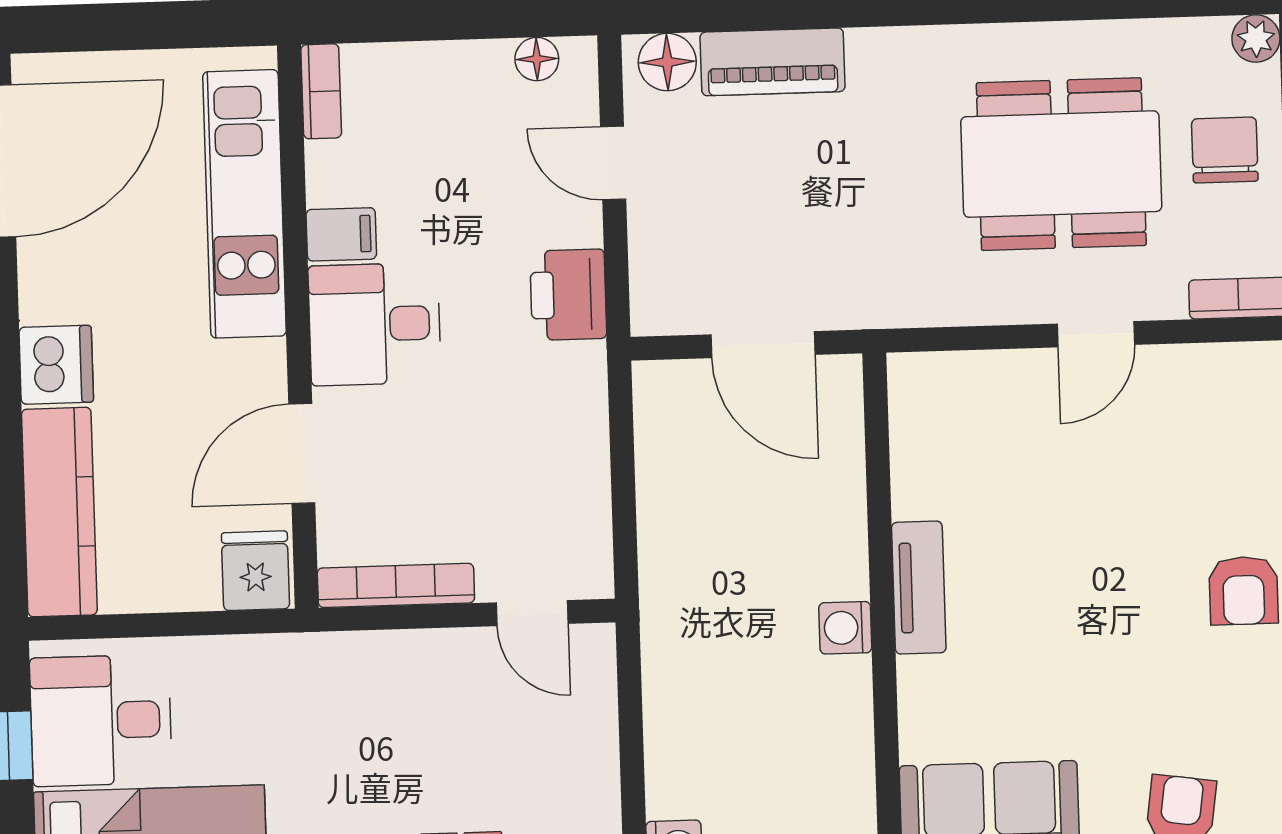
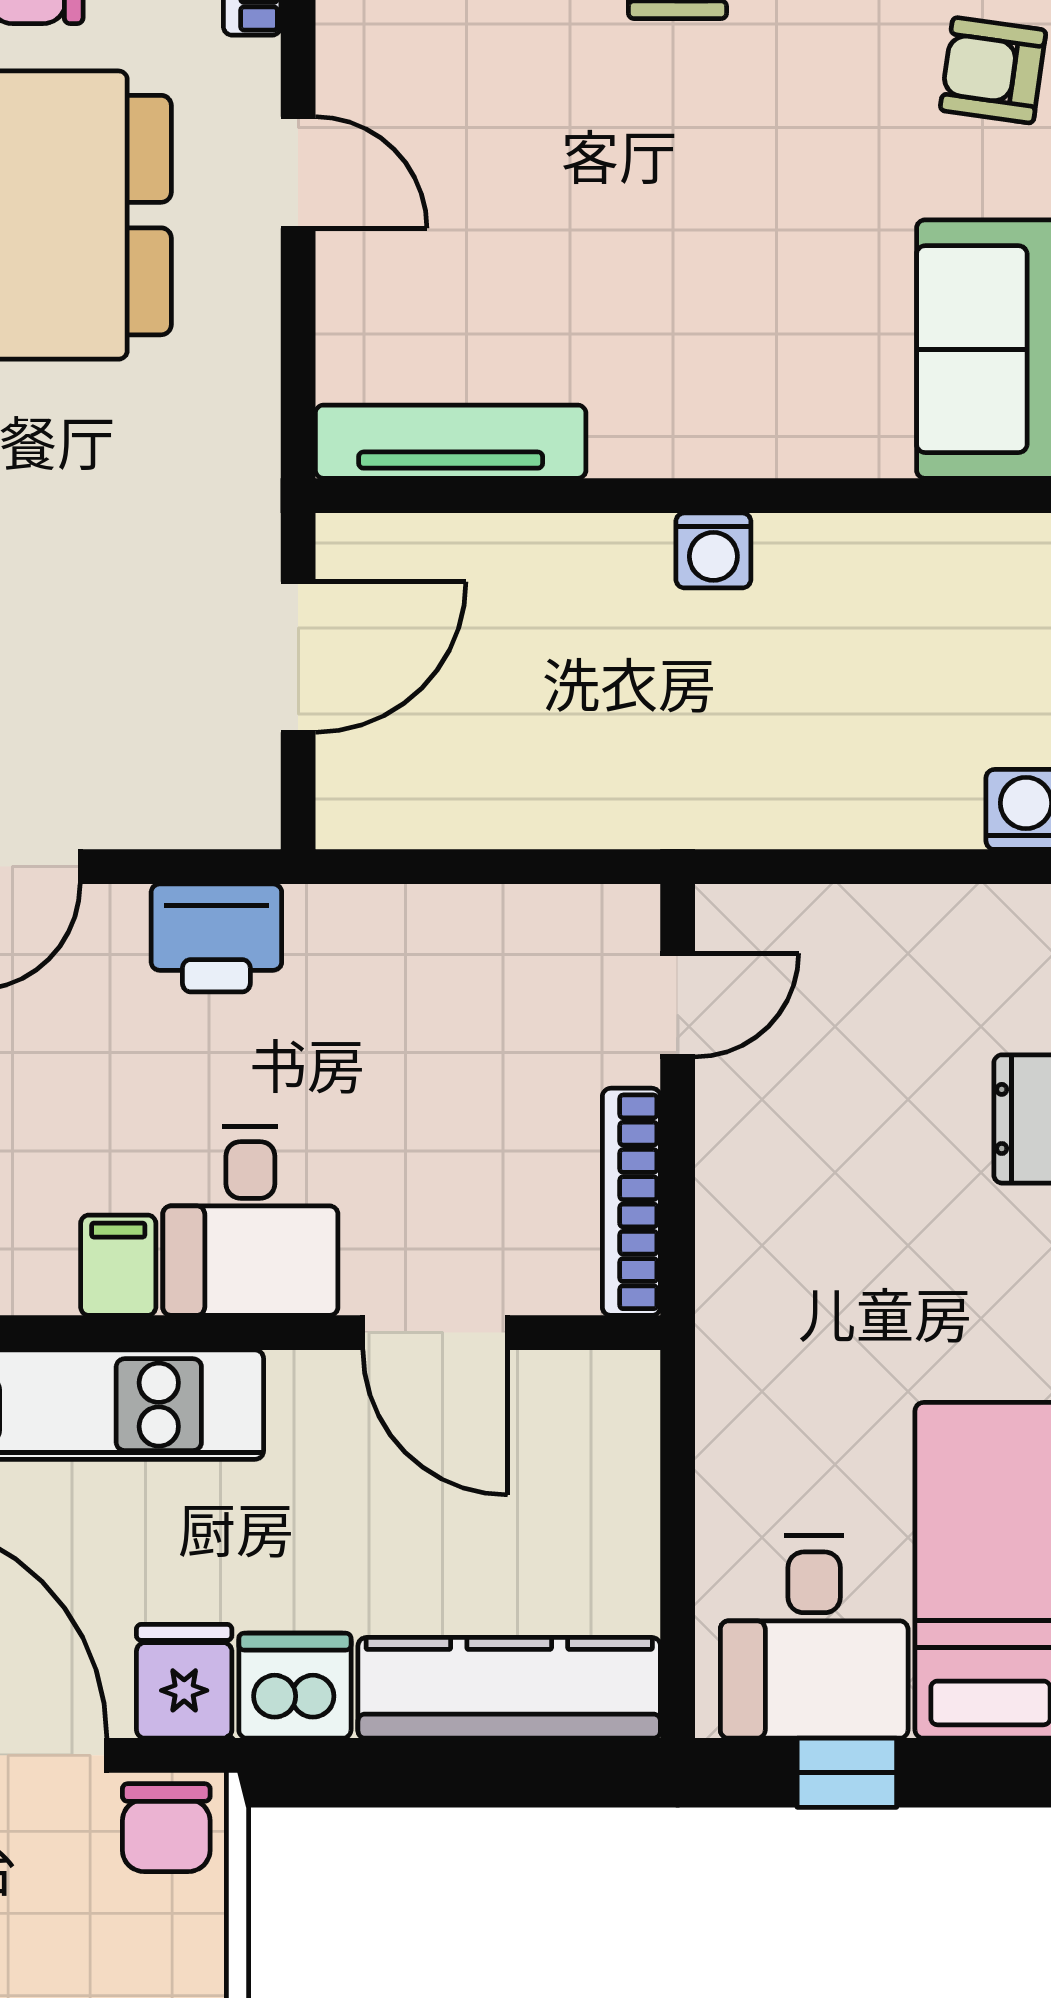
fridge: (255, 571) -> (184, 1681), moved, turned 90
tv unit: (919, 588) -> (451, 442), moved, width x1.41

